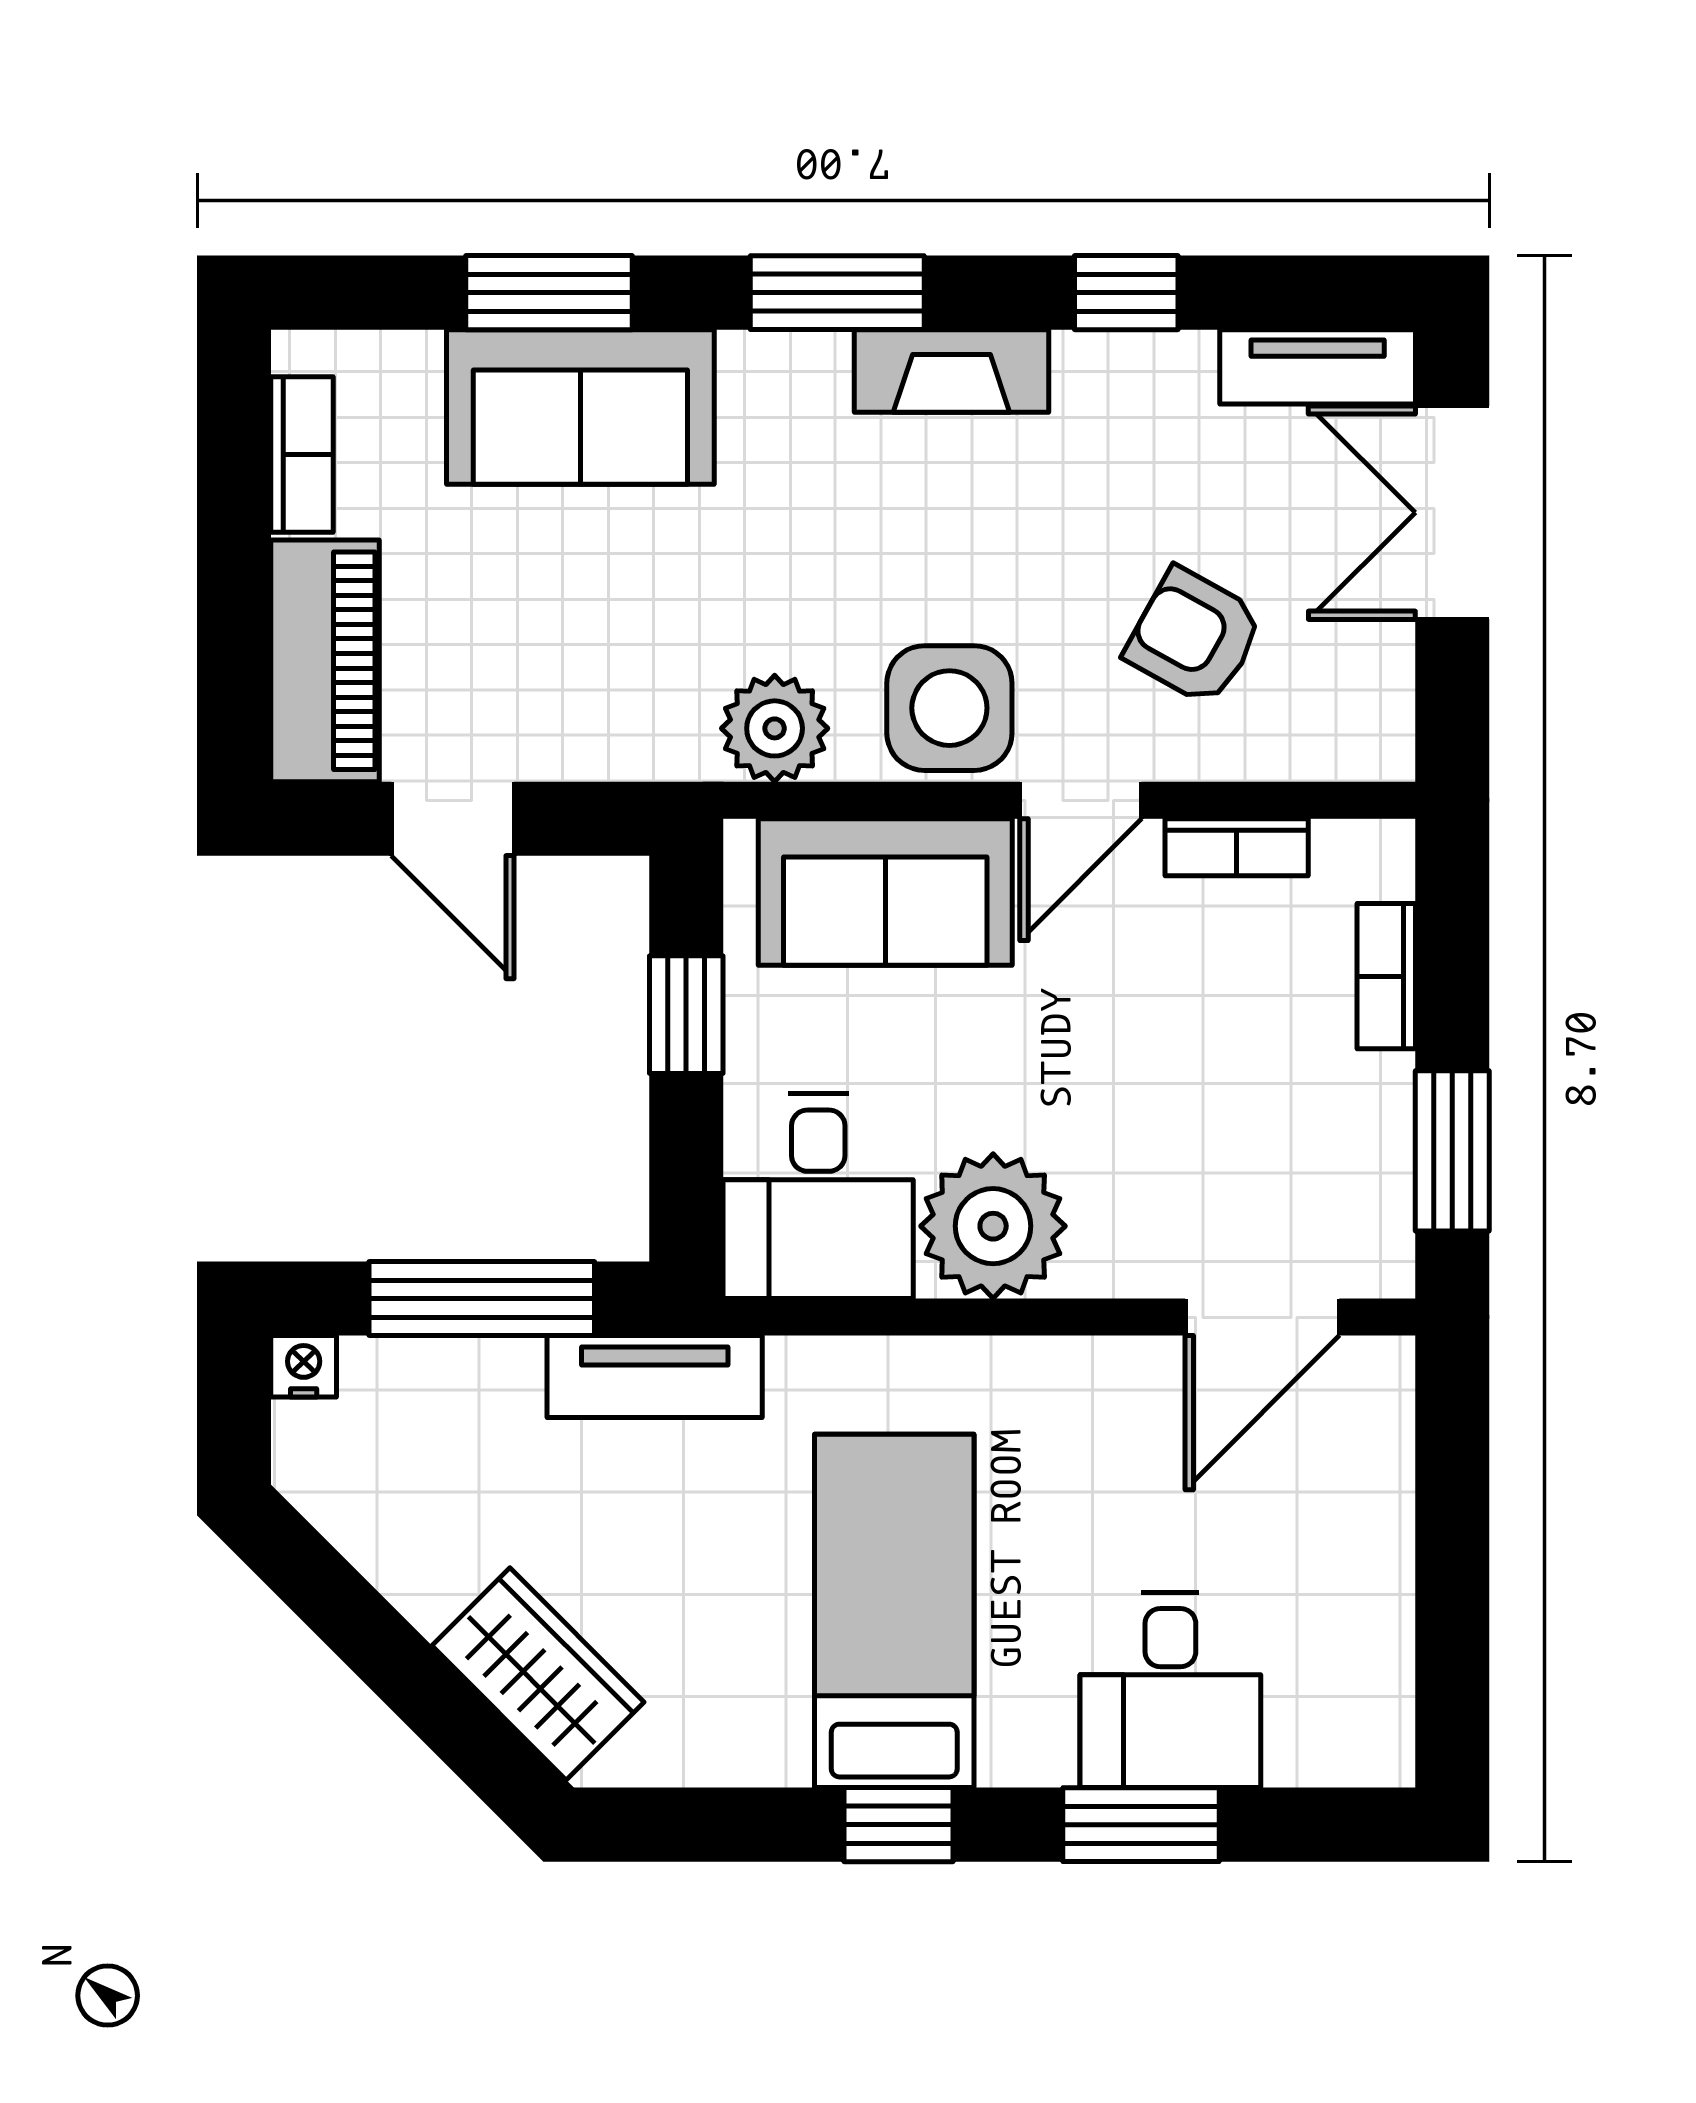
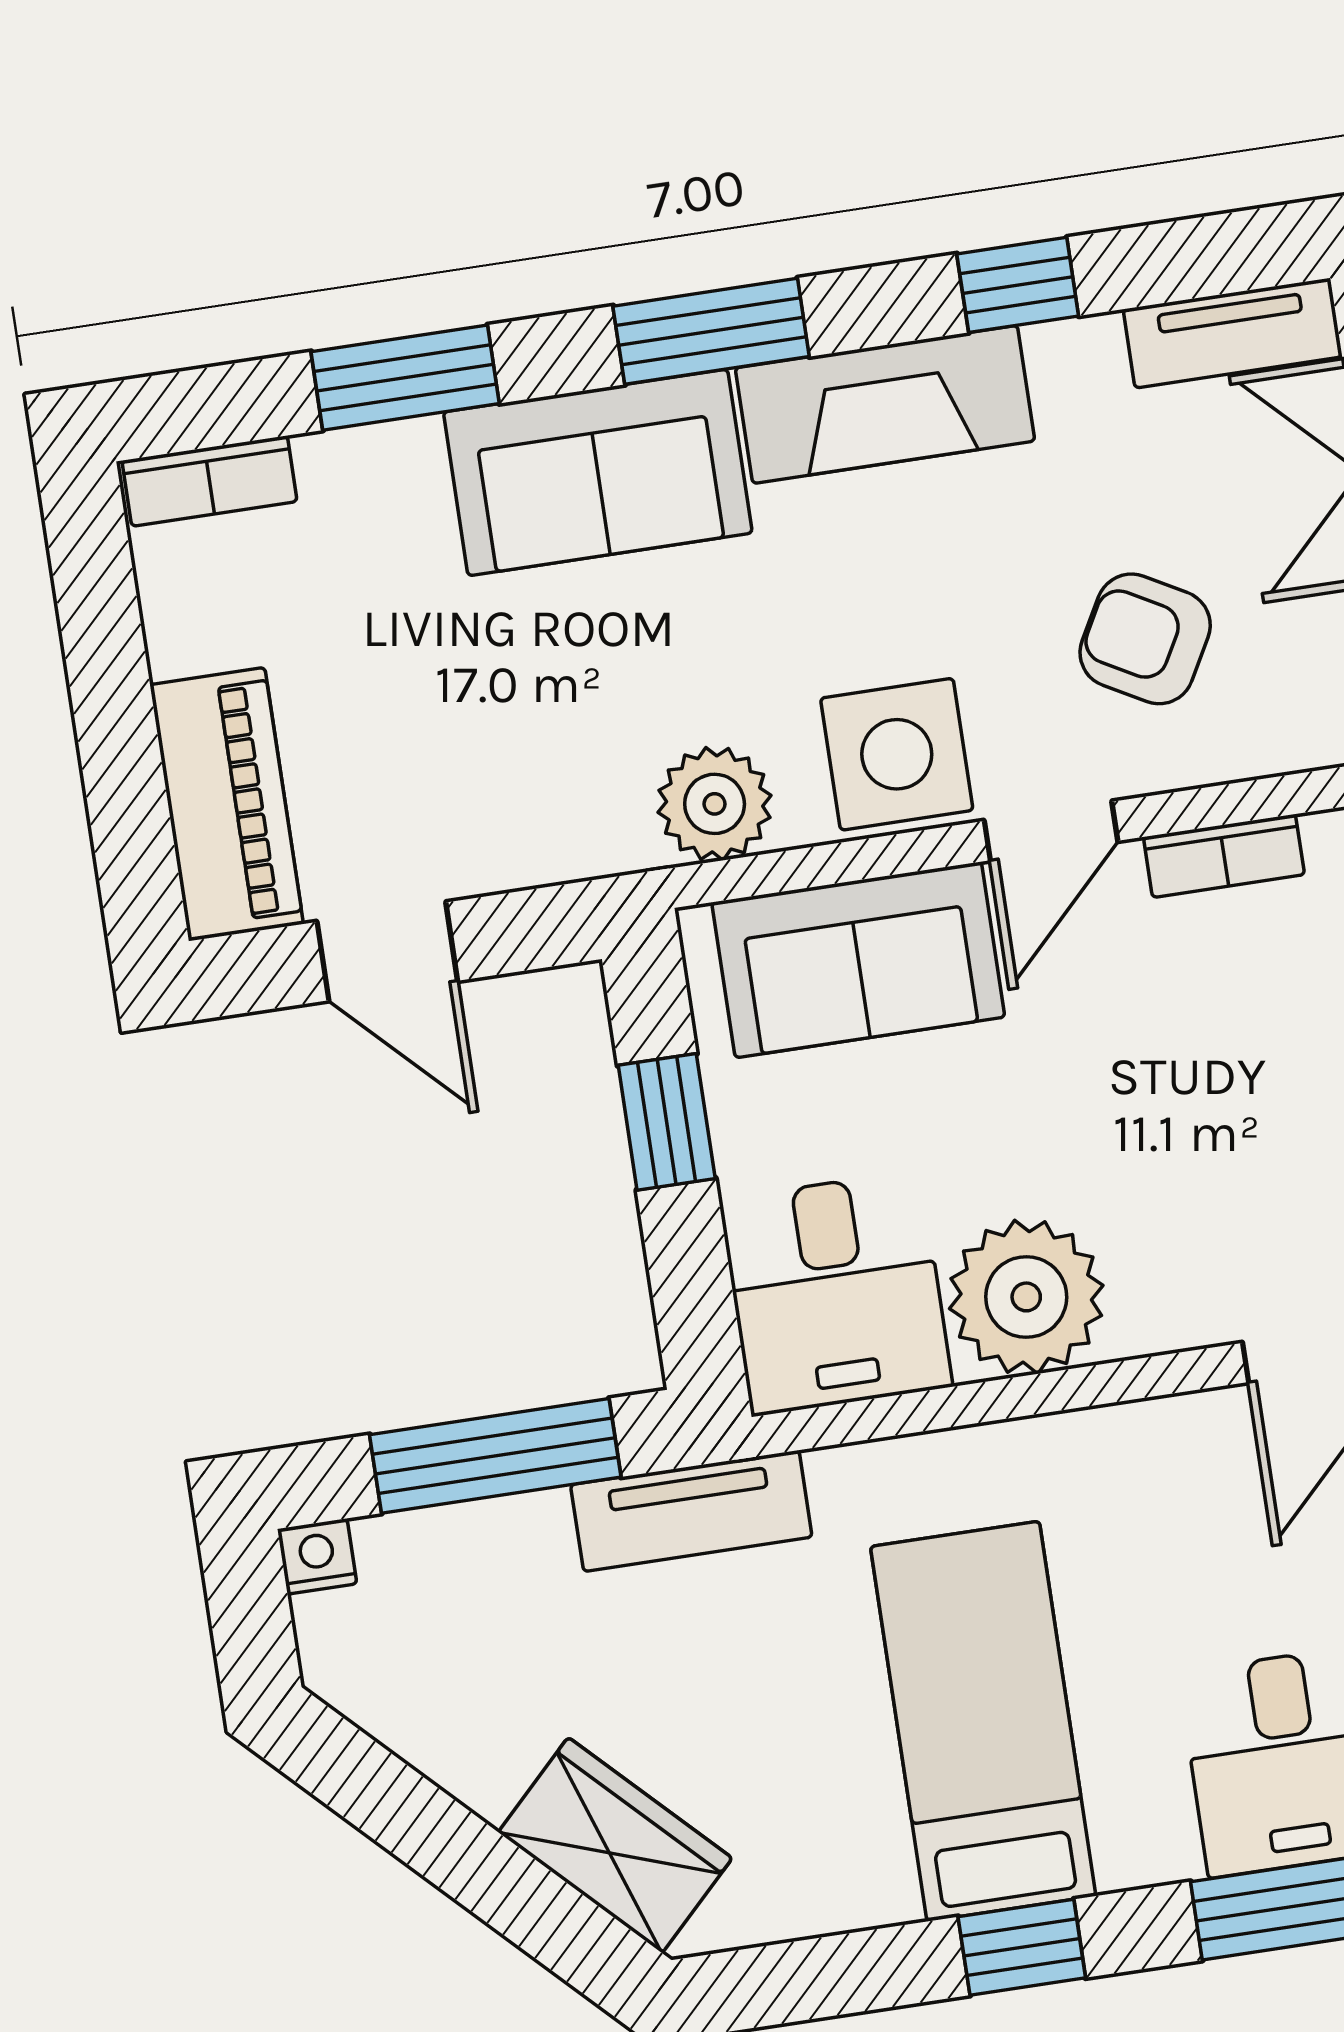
fireplace: (951, 371) -> (885, 404), width x1.37, depth x1.32
sofa: (580, 407) -> (598, 473), moved
bookcase: (302, 455) -> (209, 481), moved, turned 90

